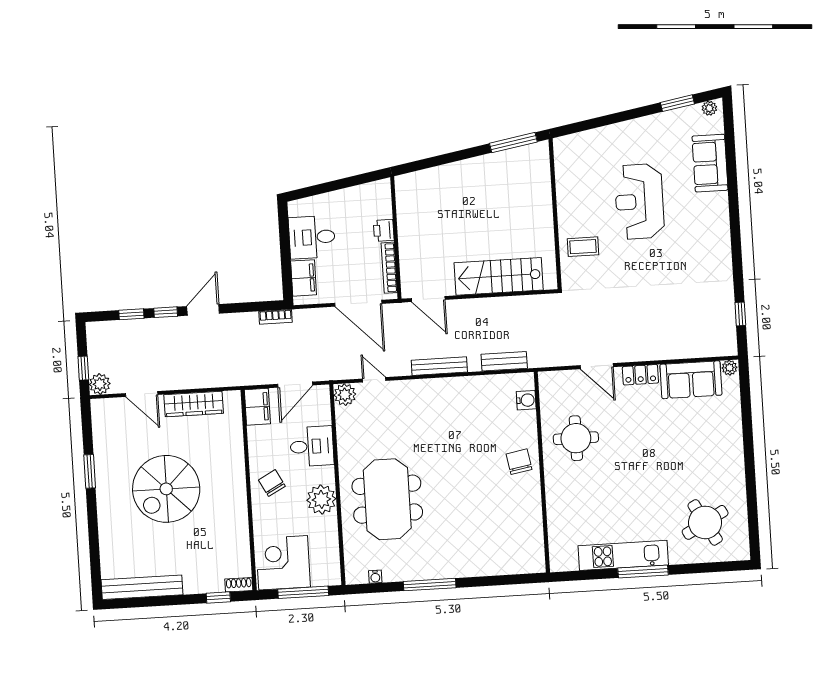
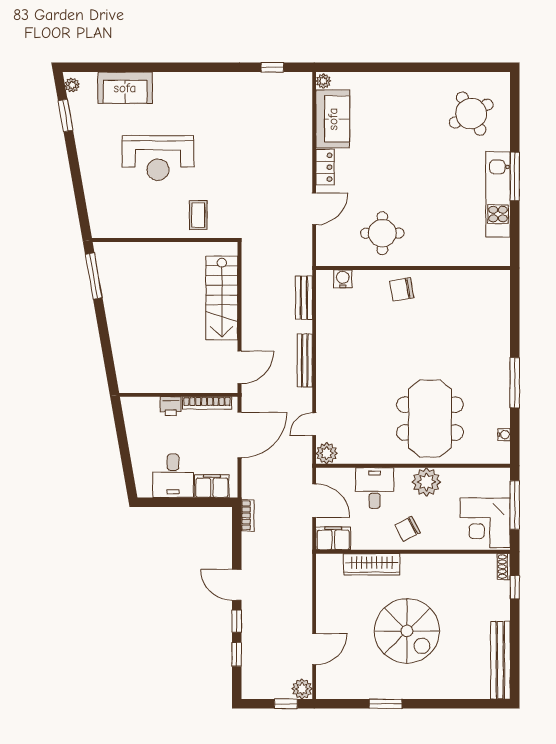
wardrobe: (194, 404) -> (372, 564), moved, turned 90
meeting table: (387, 499) -> (430, 419), turned 90

